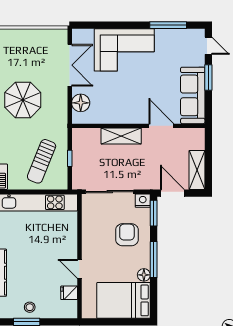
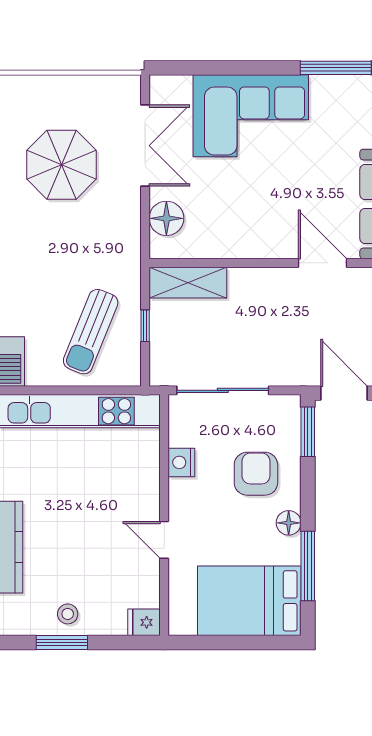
parasol: (23, 100) -> (61, 165), moved
shelving: (121, 136) -> (188, 283), moved
nightstand: (143, 201) -> (181, 462), moved, turned -90
window: (154, 260) -> (308, 566), moved
floor lamp: (144, 275) -> (289, 523), moved
fridge: (69, 293) -> (144, 622), moved

